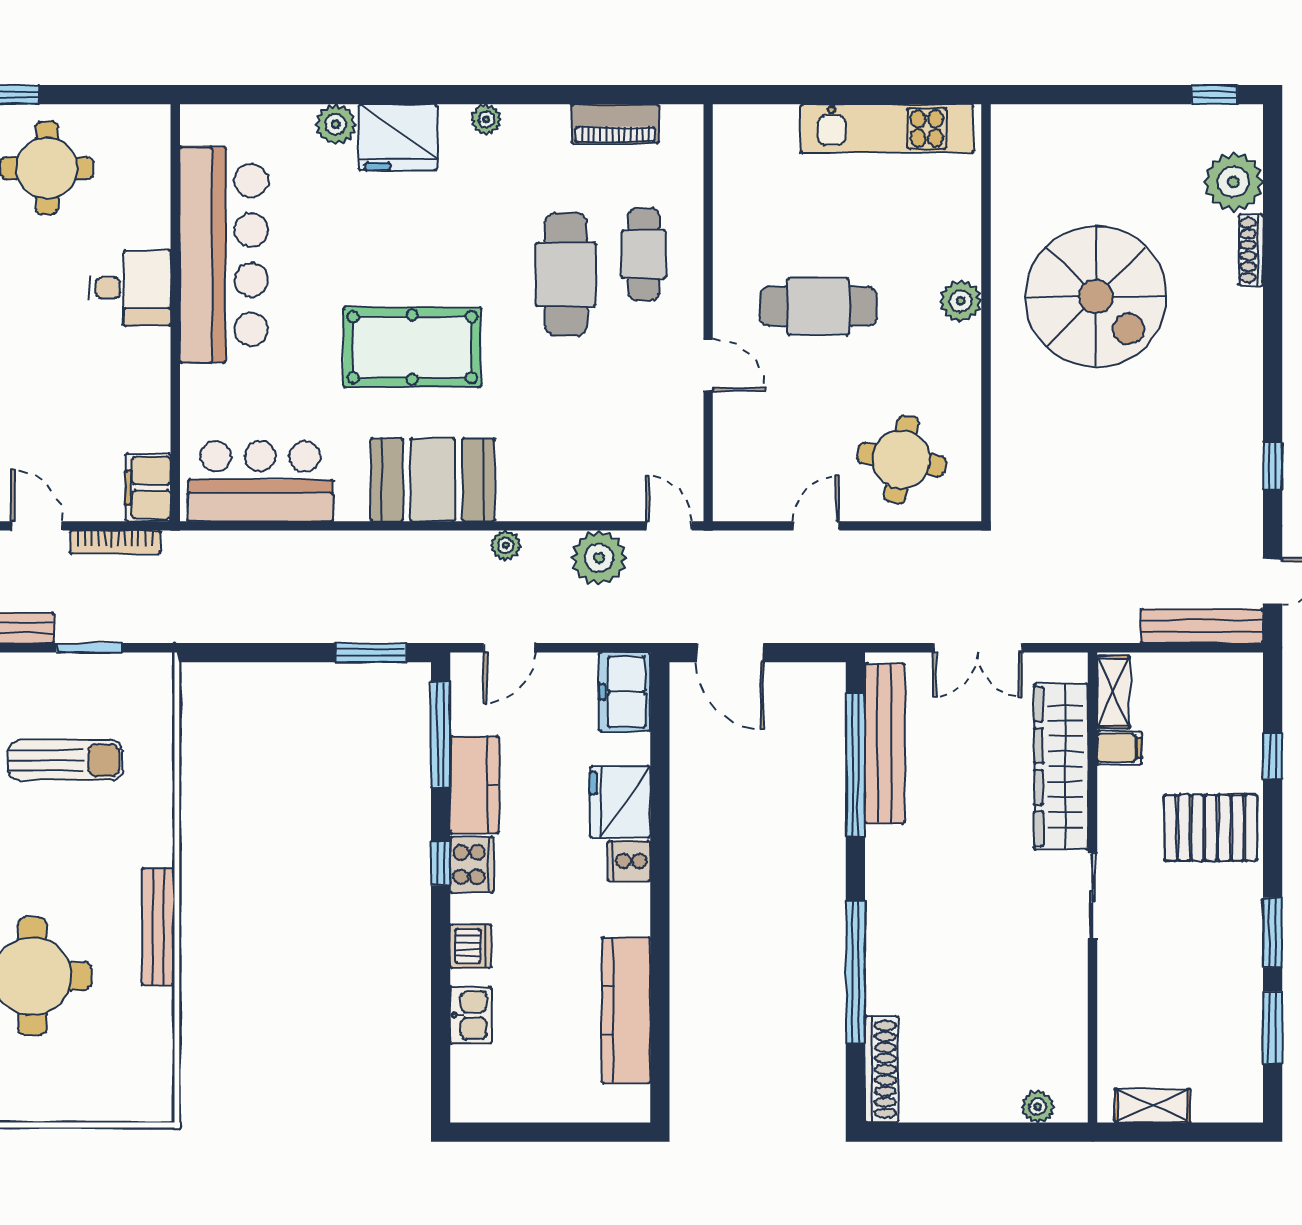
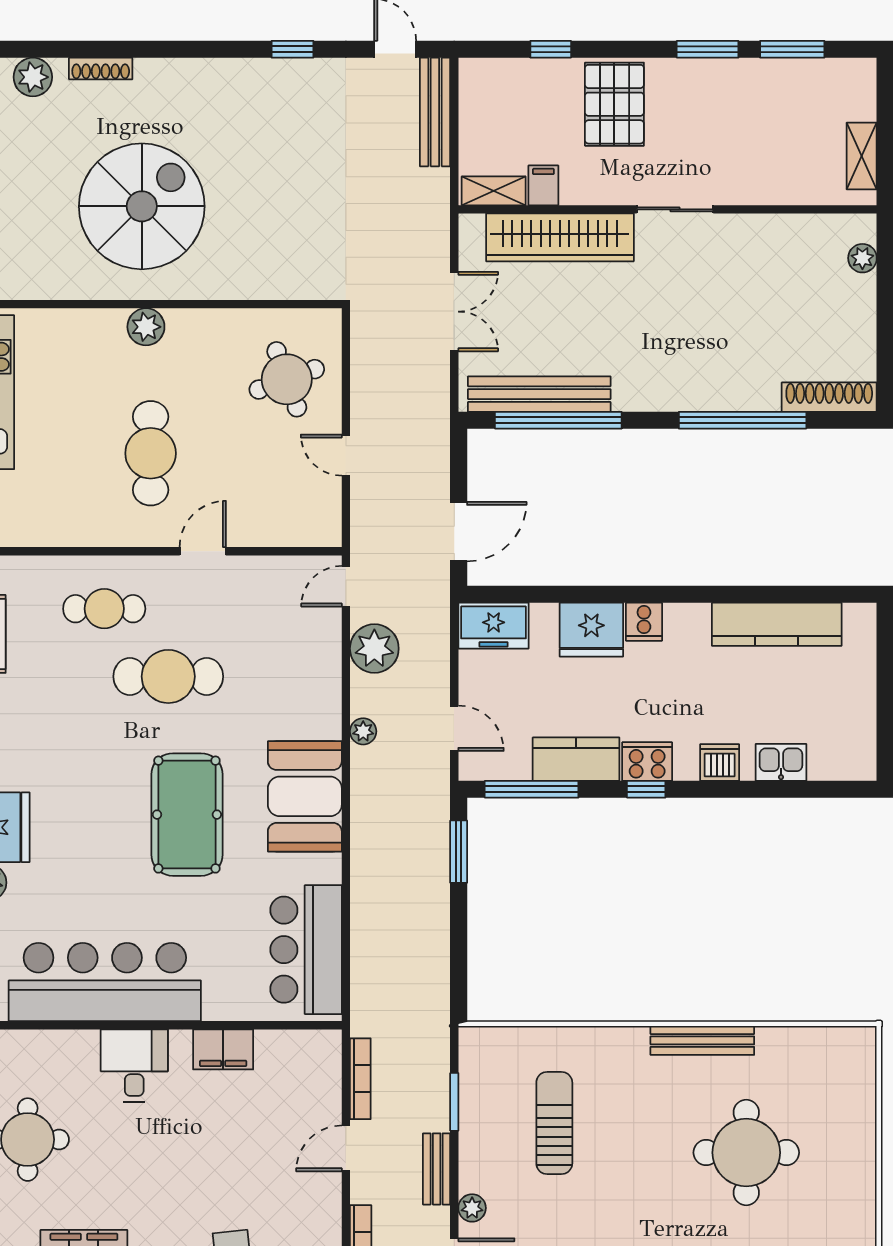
plant: (1233, 182) -> (33, 77), width x0.73, depth x0.73
cafe table: (566, 274) -> (168, 676), moved
round table: (901, 459) -> (287, 379), turned -30
filing cabinet: (148, 488) -> (223, 1049), moved

